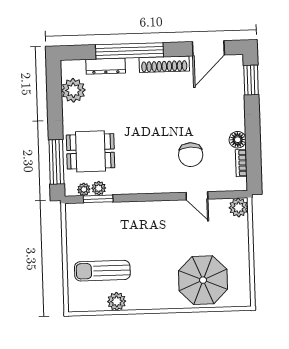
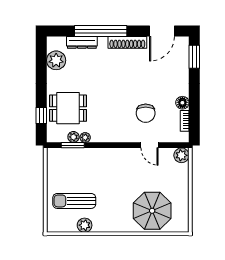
window: (56, 162) -> (41, 116), width x0.46
plant: (84, 189) -> (85, 137), moved

